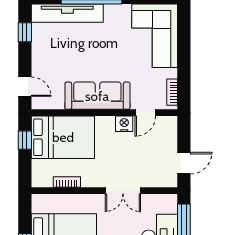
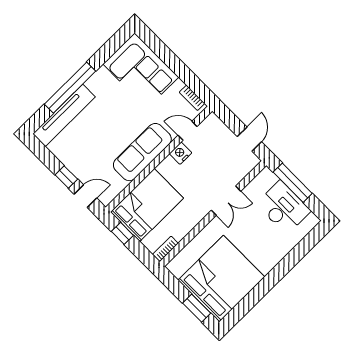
window: (25, 32) -> (66, 177), moved
door: (145, 113) -> (187, 131), swing flipped
bookcase: (67, 182) -> (165, 249), moved

